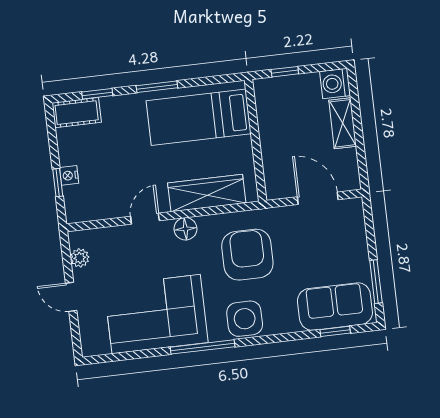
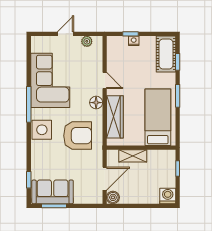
cot: (77, 113) -> (166, 54), width x1.37, depth x1.34
shelving: (343, 123) -> (133, 156), moved
boiler: (349, 180) -> (113, 197), added
sofa: (335, 307) -> (53, 192), moved, turned -90

